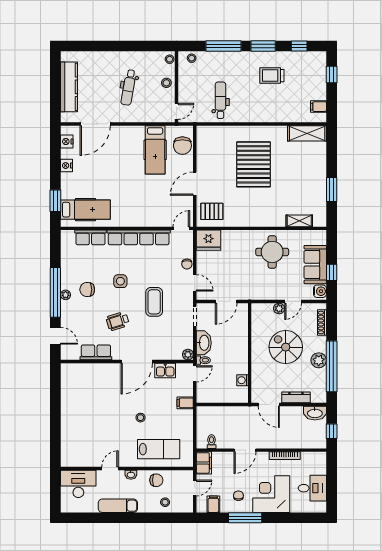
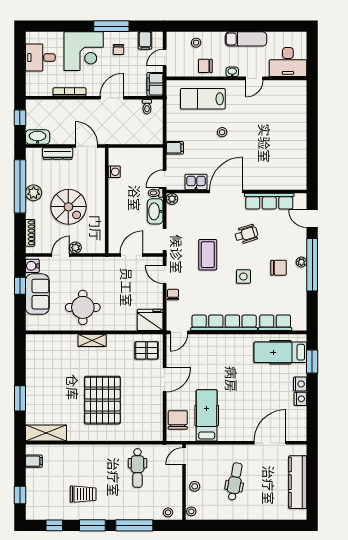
nightstand: (67, 142) -> (300, 384), moved
window: (332, 190) -> (20, 398), moved
shelving: (299, 221) -> (92, 340), moved
row of seats: (96, 352) -> (269, 201), width x1.48

